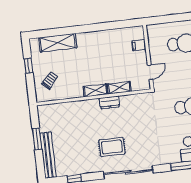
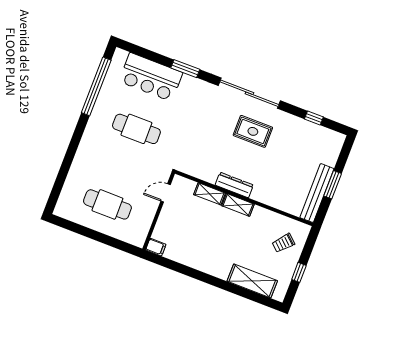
filing cabinet: (139, 45) -> (156, 247), moved
dresser: (109, 102) -> (234, 185), width x1.44
bench: (48, 155) -> (317, 193), moved

